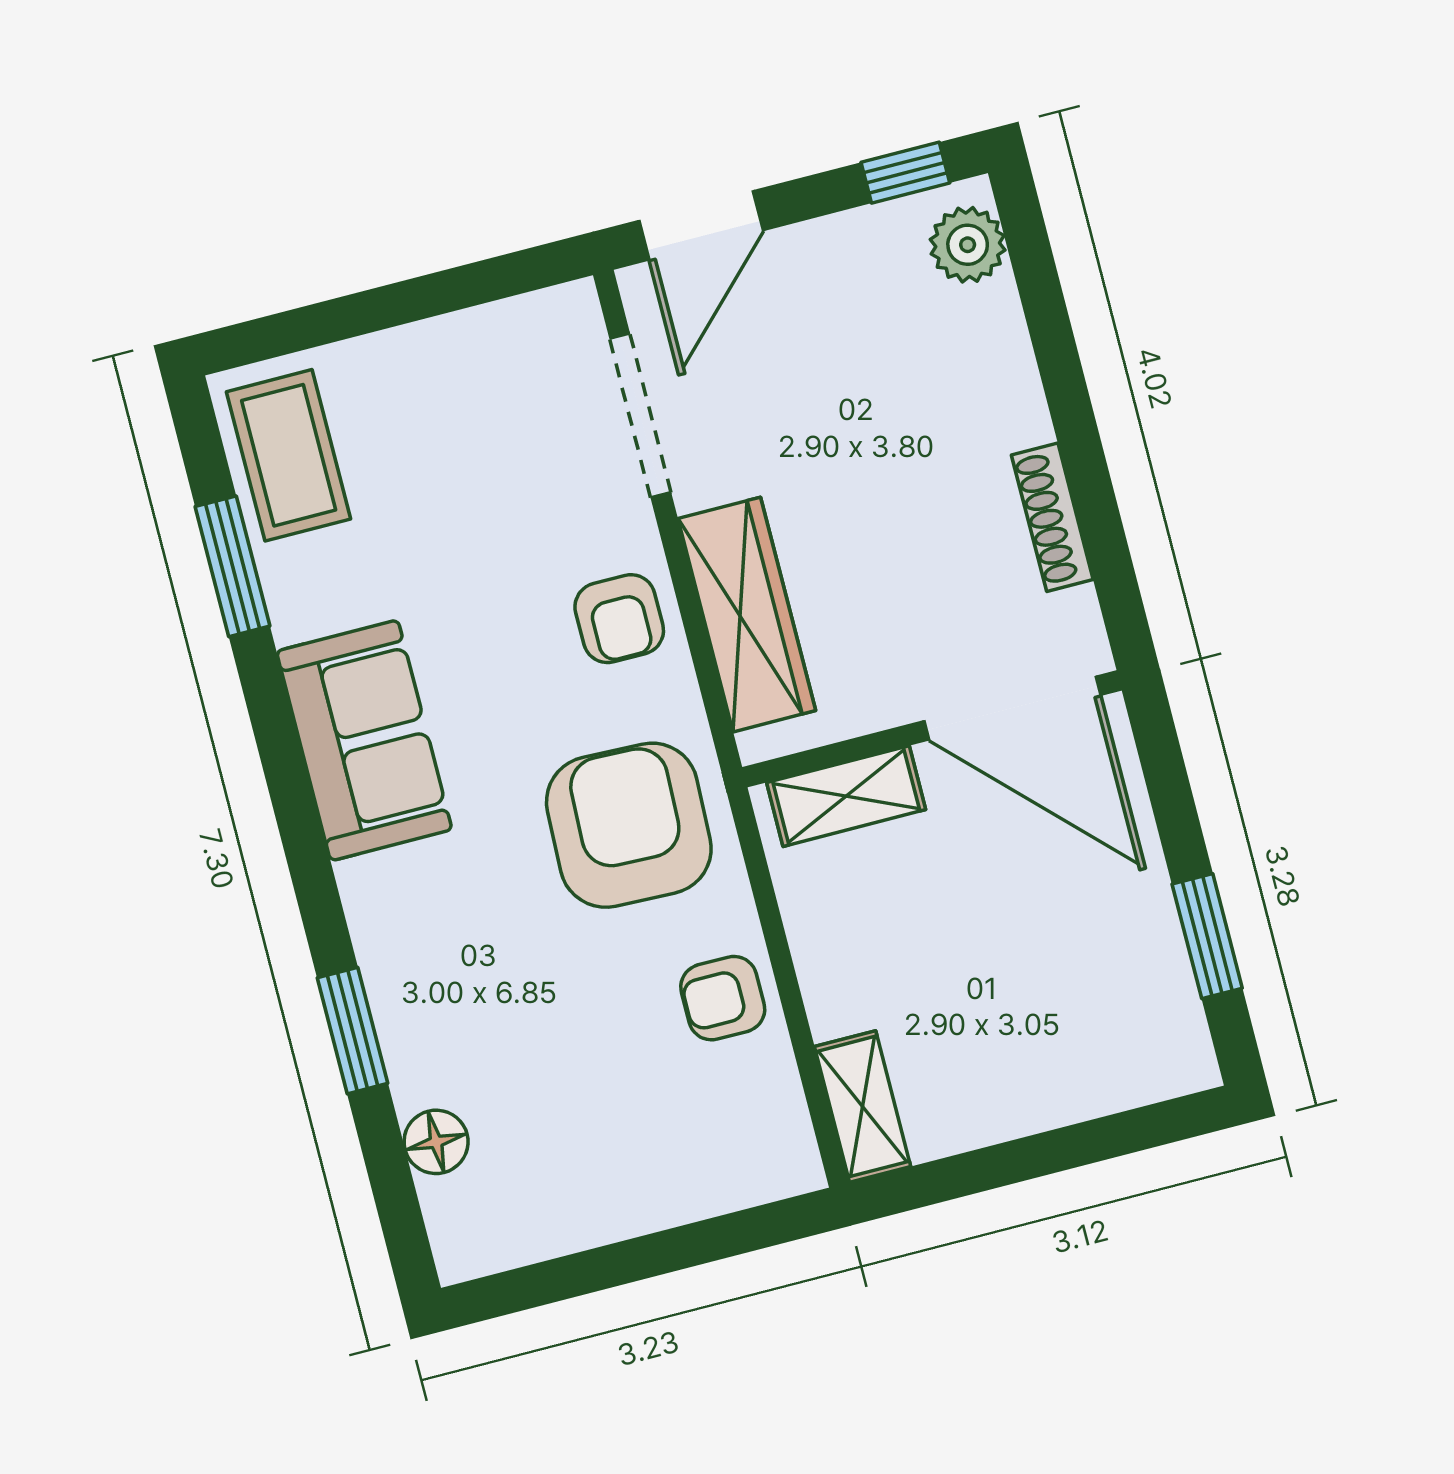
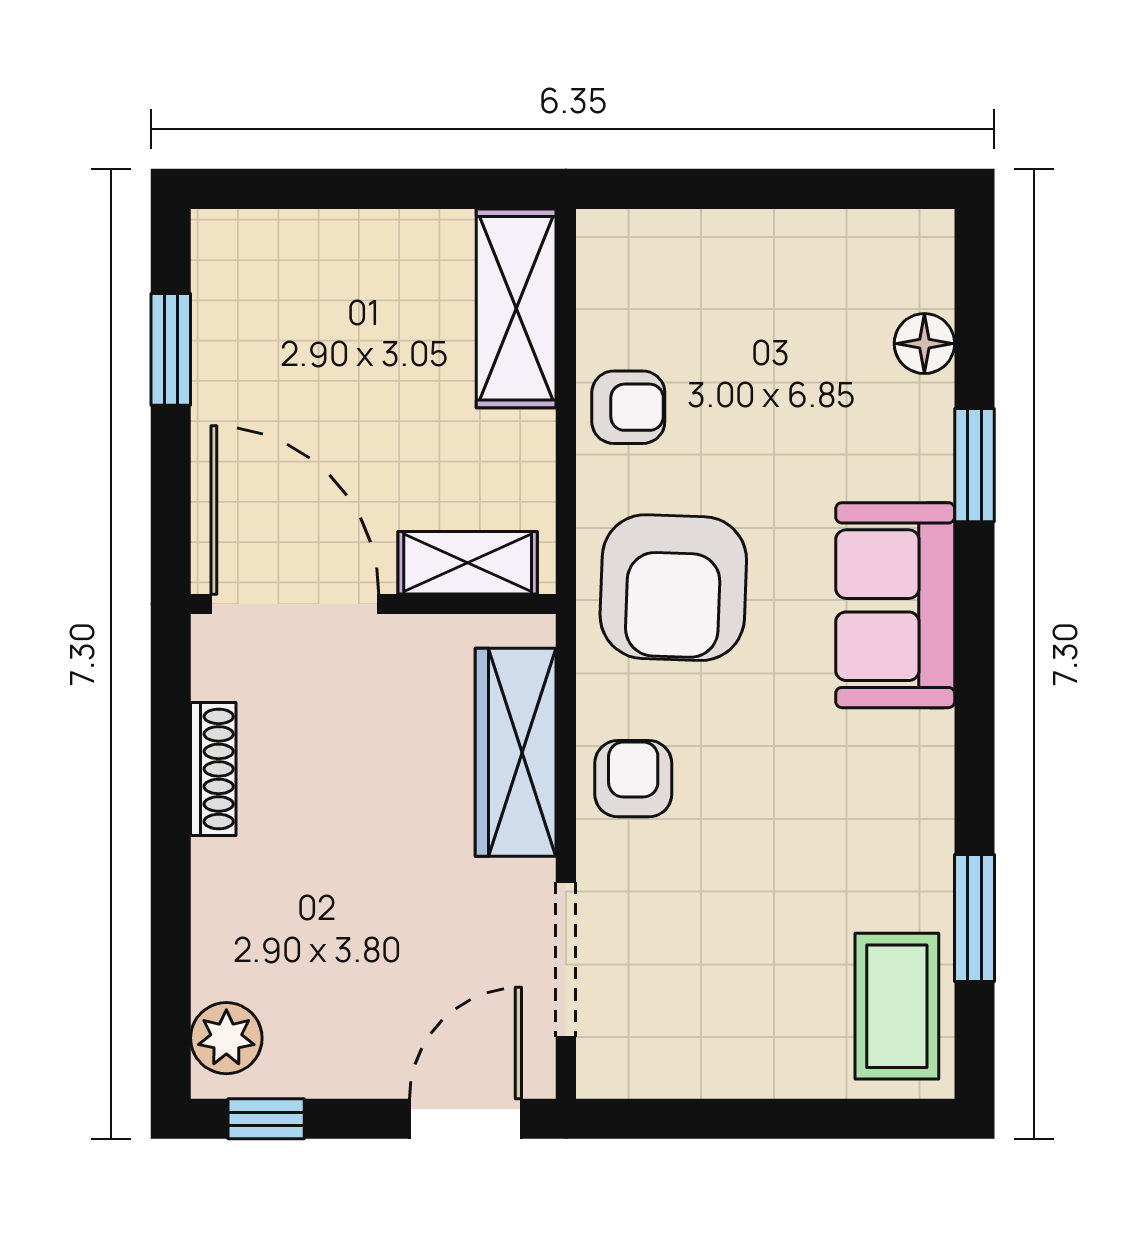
sofa: (364, 740) -> (895, 605), moved
shelving: (863, 1106) -> (516, 308), width x1.50, depth x1.33

